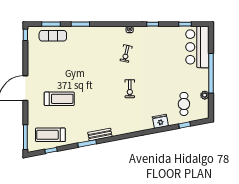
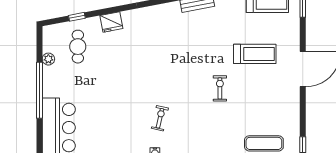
exercise bike: (130, 89) -> (220, 88), moved
treadmill: (59, 99) -> (255, 54), turned 180

